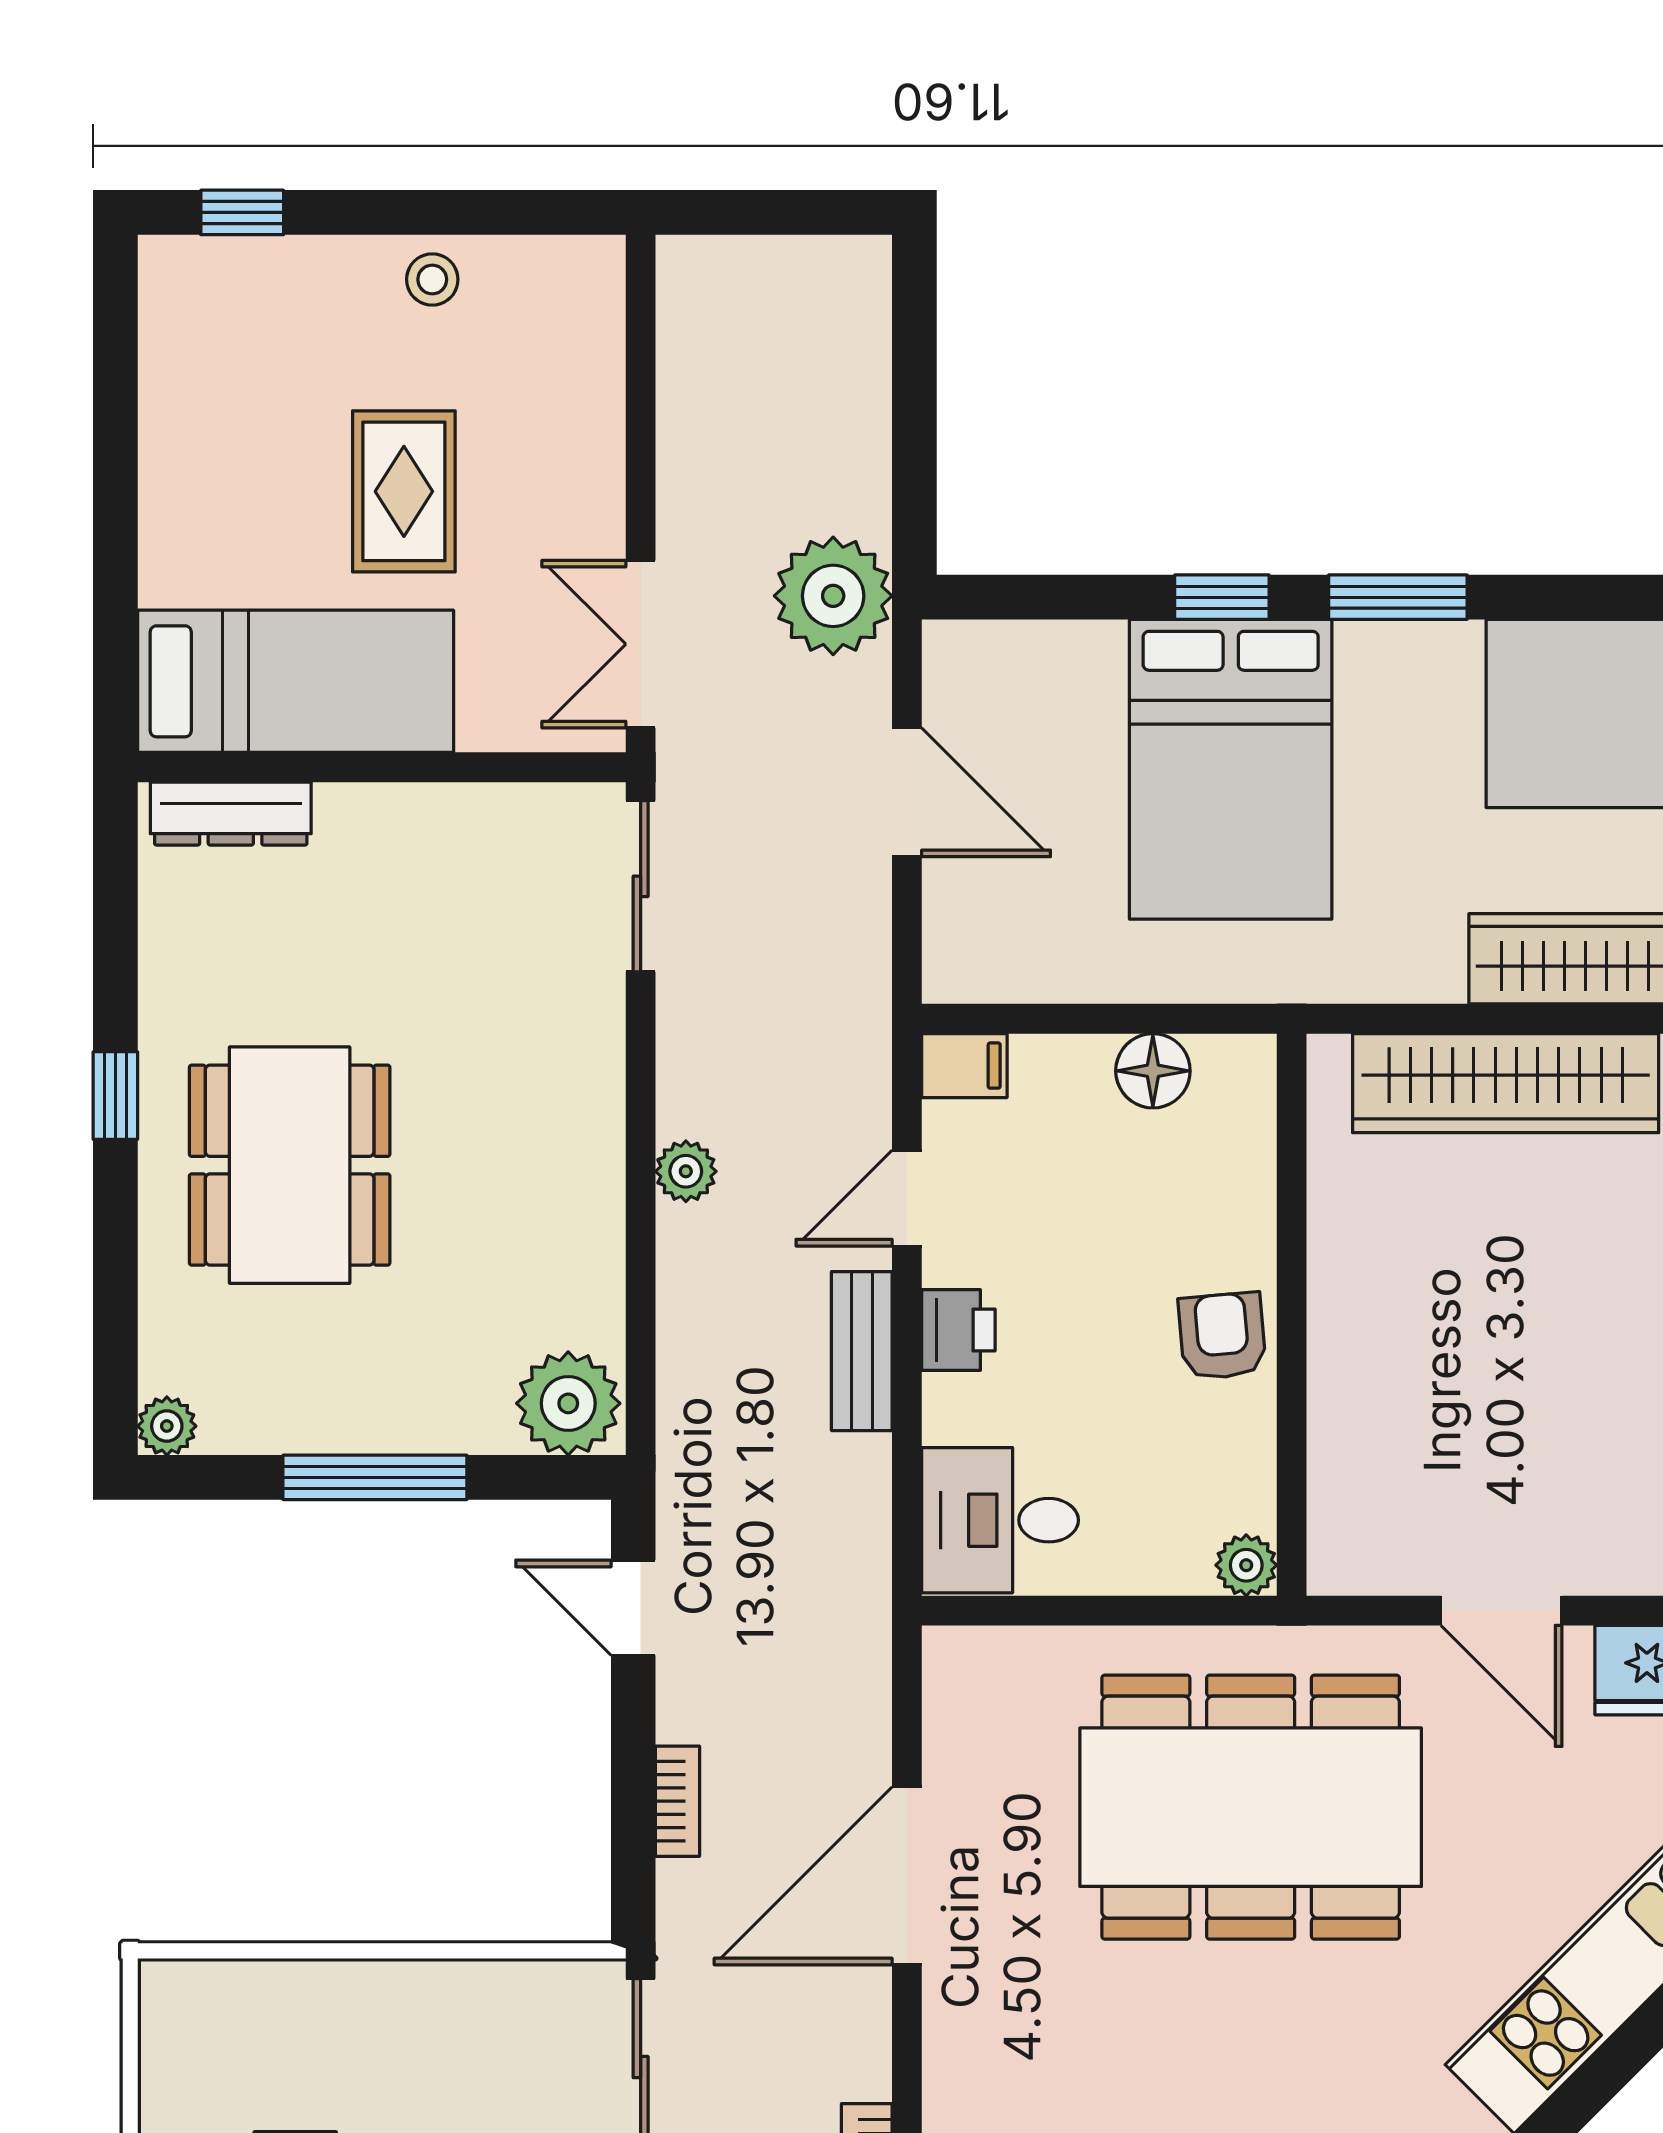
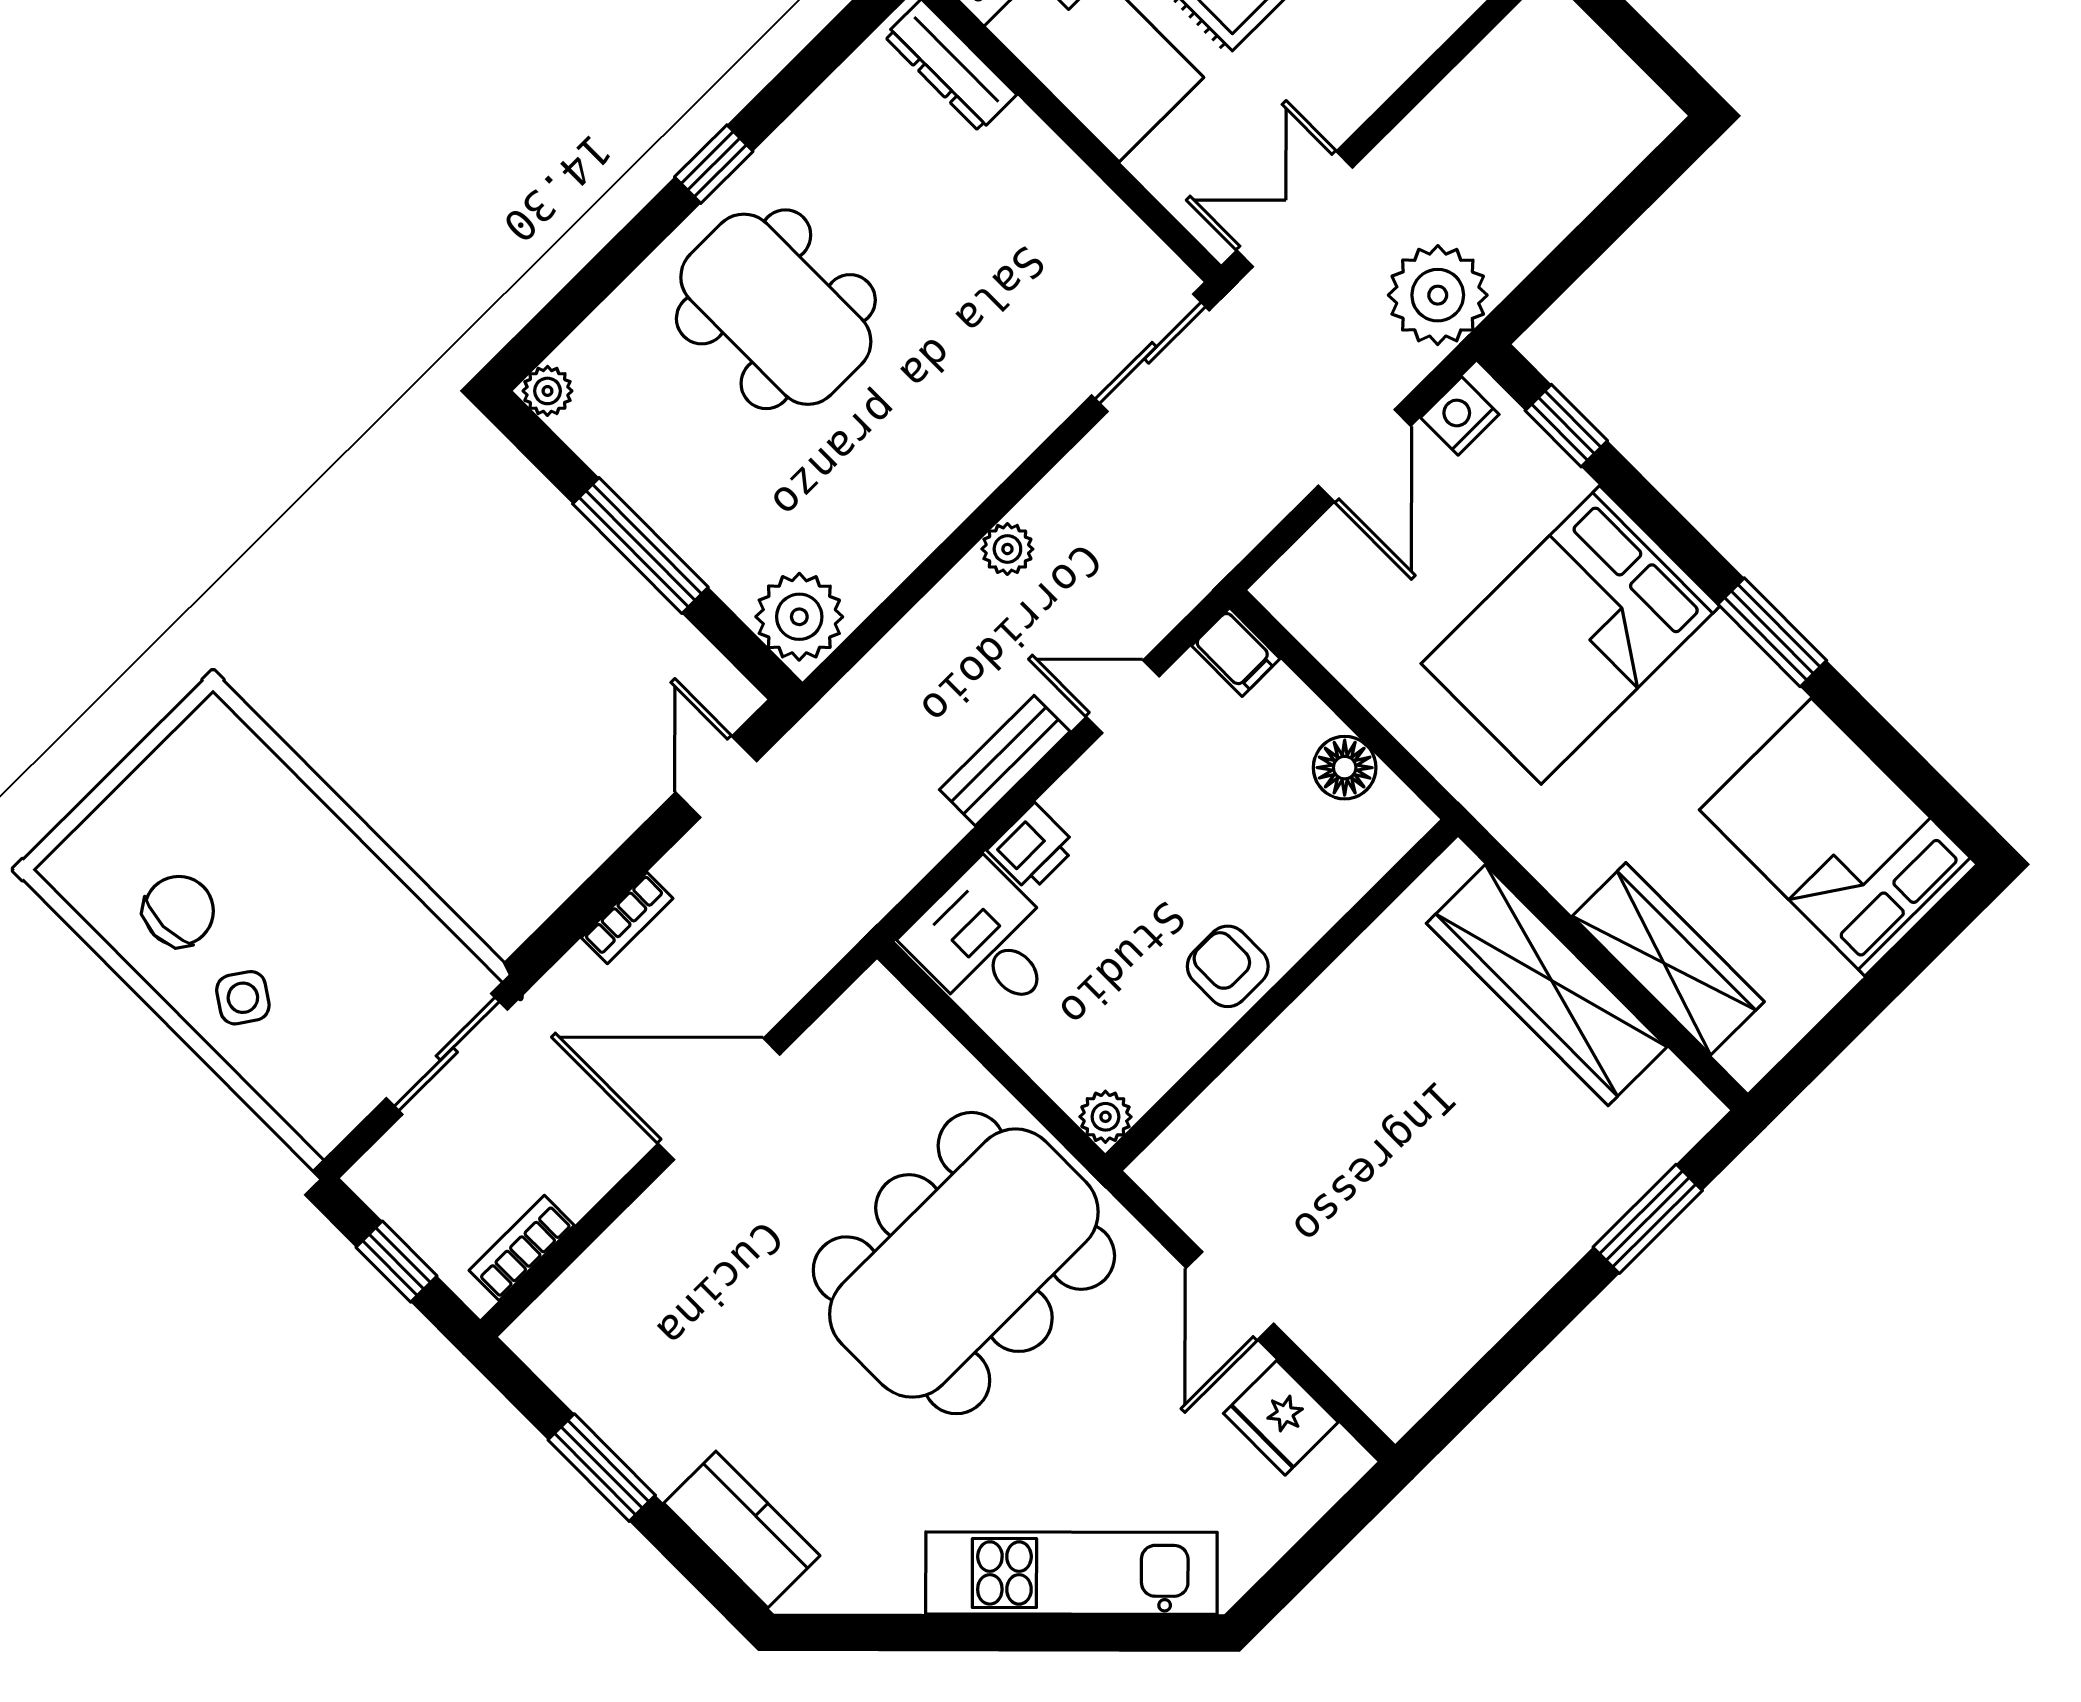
window: (1222, 597) -> (1566, 426), moved
nightstand: (953, 679) -> (1460, 416), added
dining table: (290, 1165) -> (776, 309), turned 90
printer: (958, 1330) -> (1032, 848), moved
armchair: (1222, 1336) -> (1228, 966), turned -85
dining table: (1251, 1807) -> (964, 1263), turned 90

